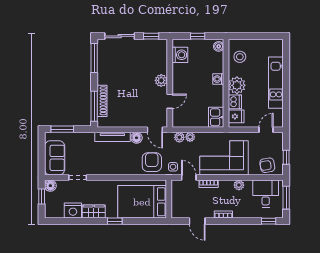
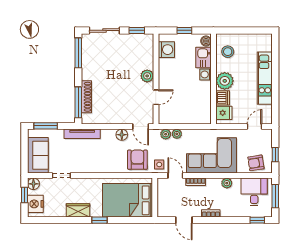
kitchen sink: (216, 117) -> (203, 58), moved
tv unit: (112, 137) -> (82, 134), moved
nightstand: (73, 210) -> (35, 204), moved, turned 90

